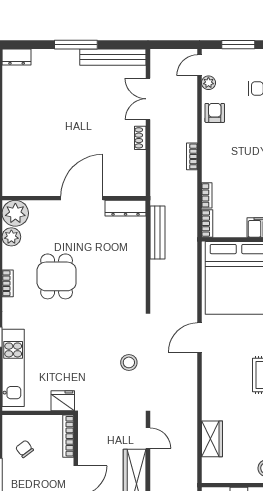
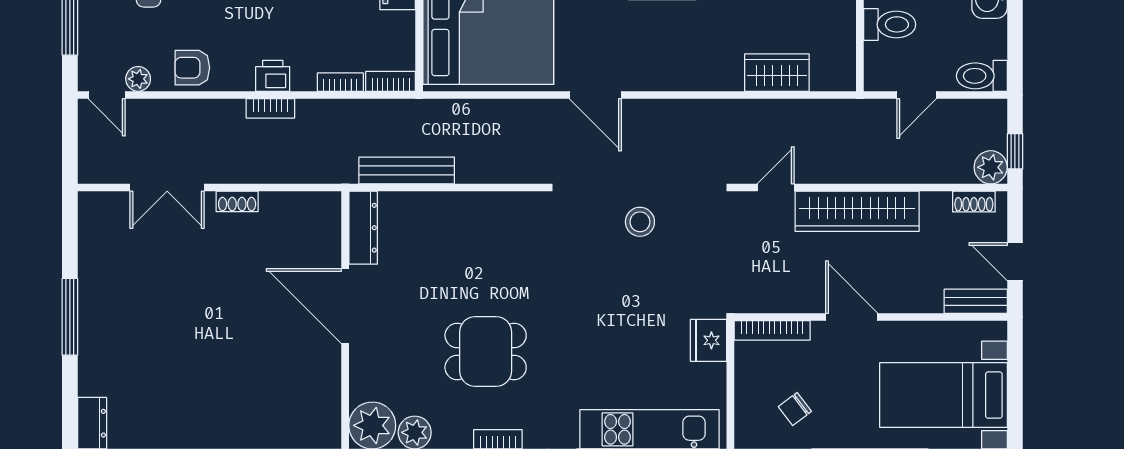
bench: (113, 57) -> (92, 250), removed
printer: (210, 158) -> (273, 76), added

